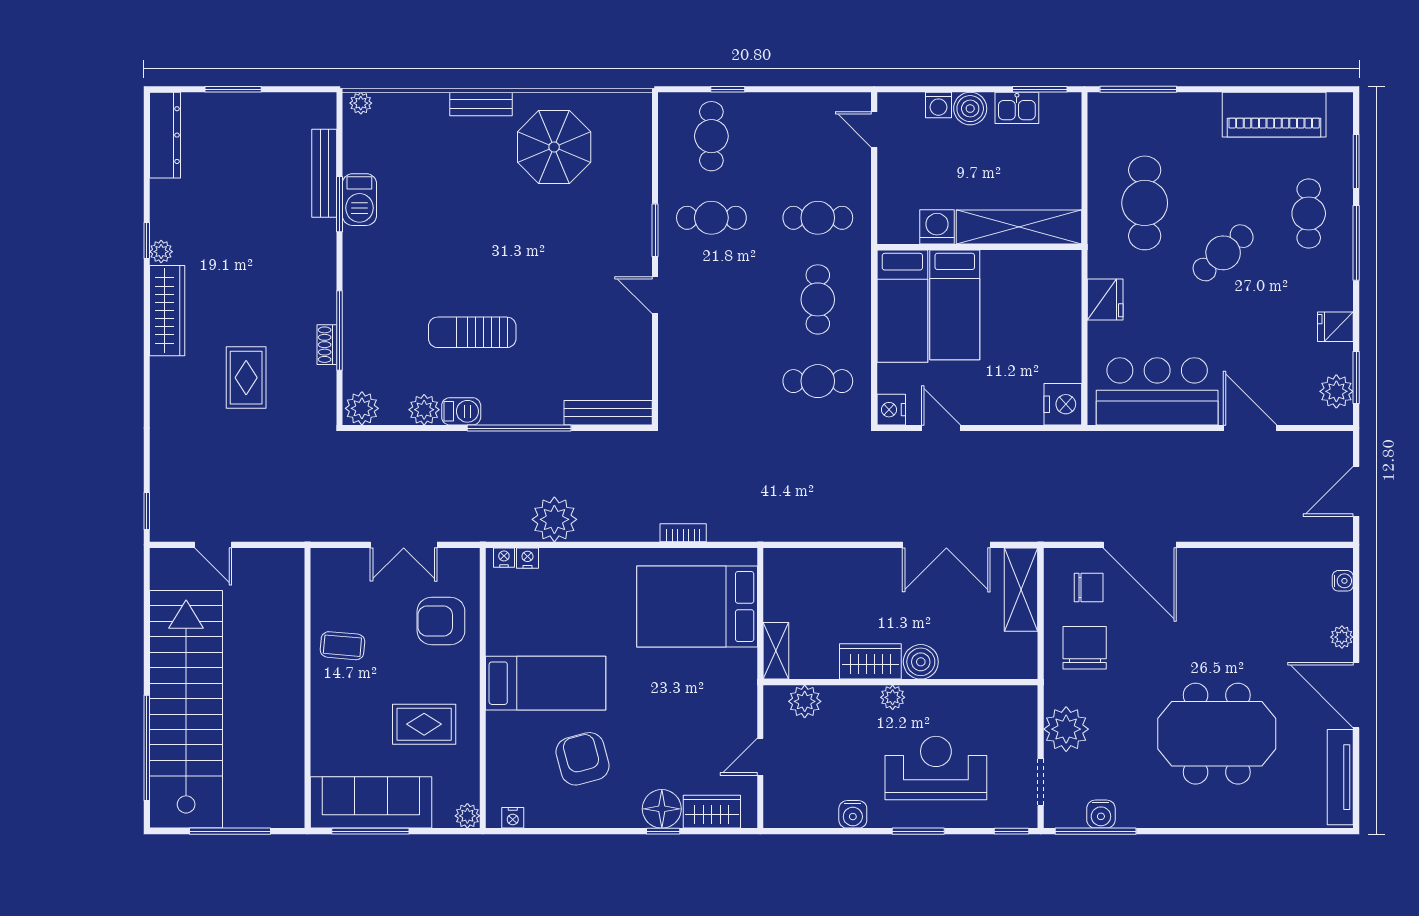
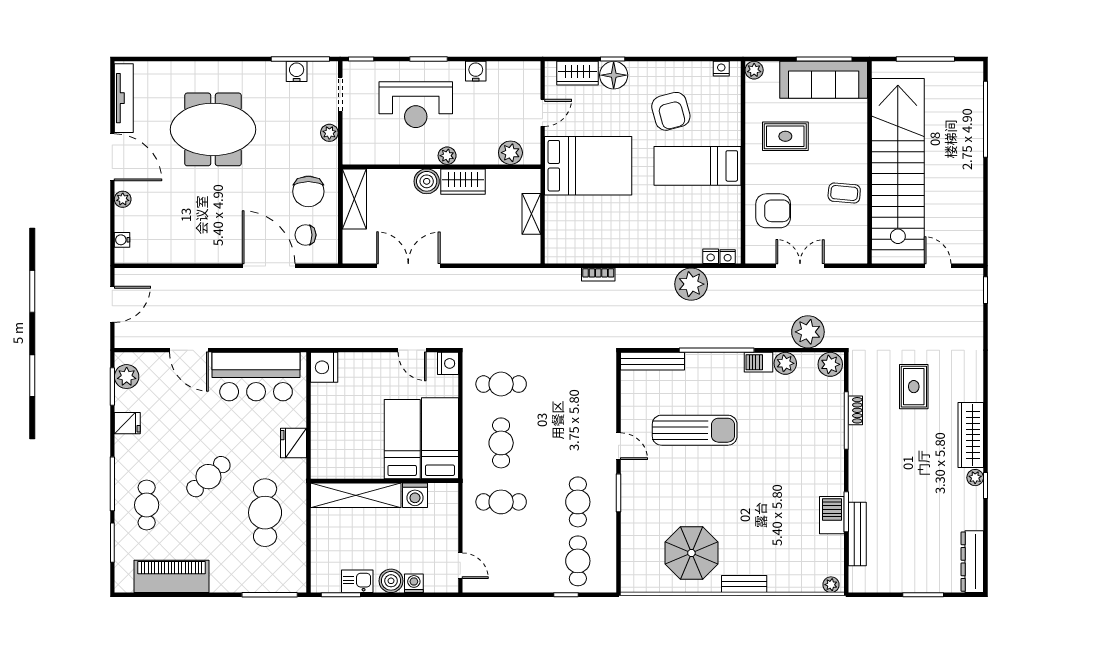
cafe table: (711, 218) -> (578, 502), turned 90
sun lounger: (472, 332) -> (695, 430), moved, width x1.36, depth x1.34
plant: (393, 453) -> (808, 332), added
shelving: (1021, 590) -> (354, 199), moved
bed: (697, 607) -> (588, 166), moved
shelving: (776, 651) -> (531, 214), moved
stairs: (186, 709) -> (898, 164), moved, turned 180
plant: (1066, 729) -> (329, 133), width x0.53, depth x0.53

